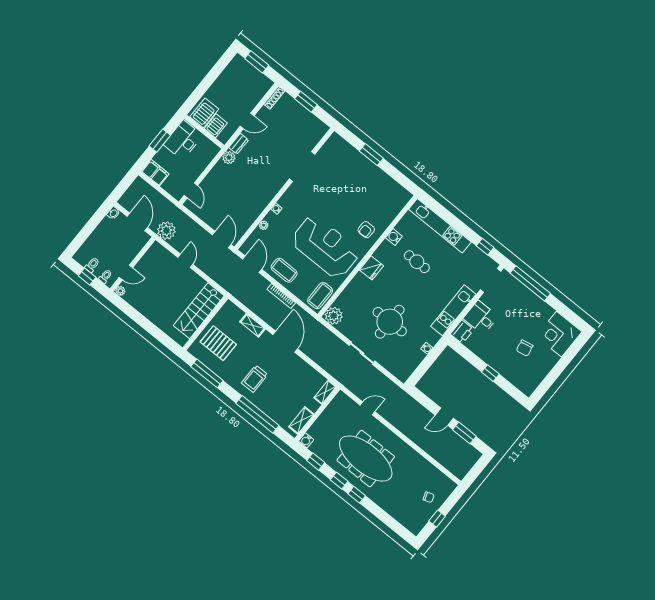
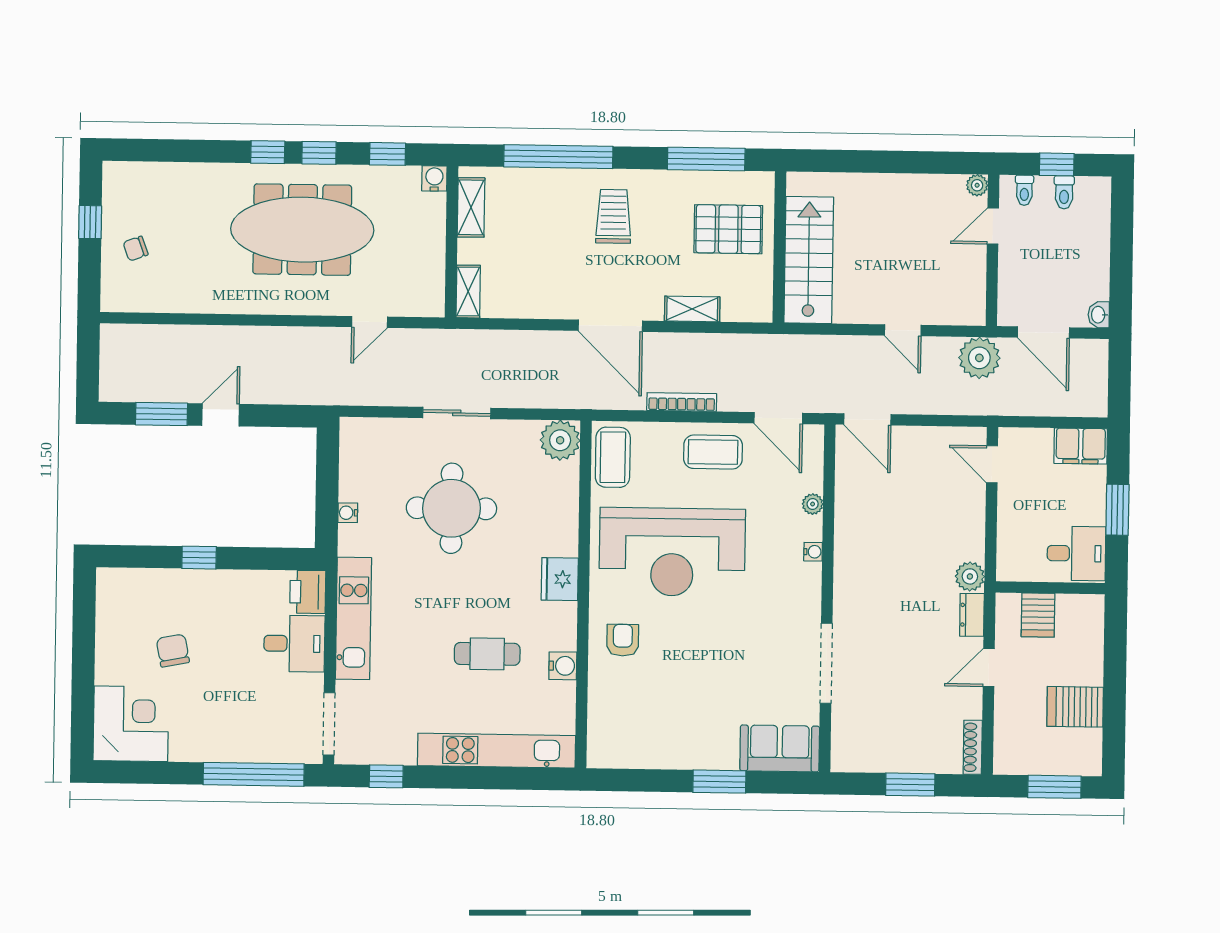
server rack: (204, 113) -> (1075, 707), moved, turned 90
desk: (183, 140) -> (1076, 553), width x0.73
sofa: (341, 150) -> (780, 748), added

